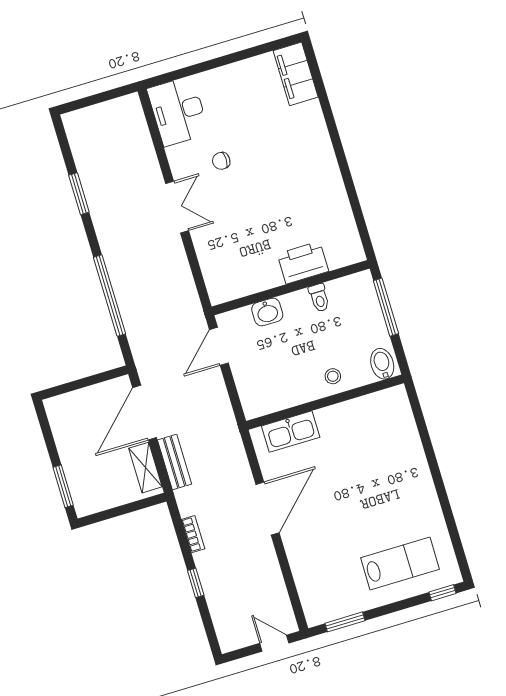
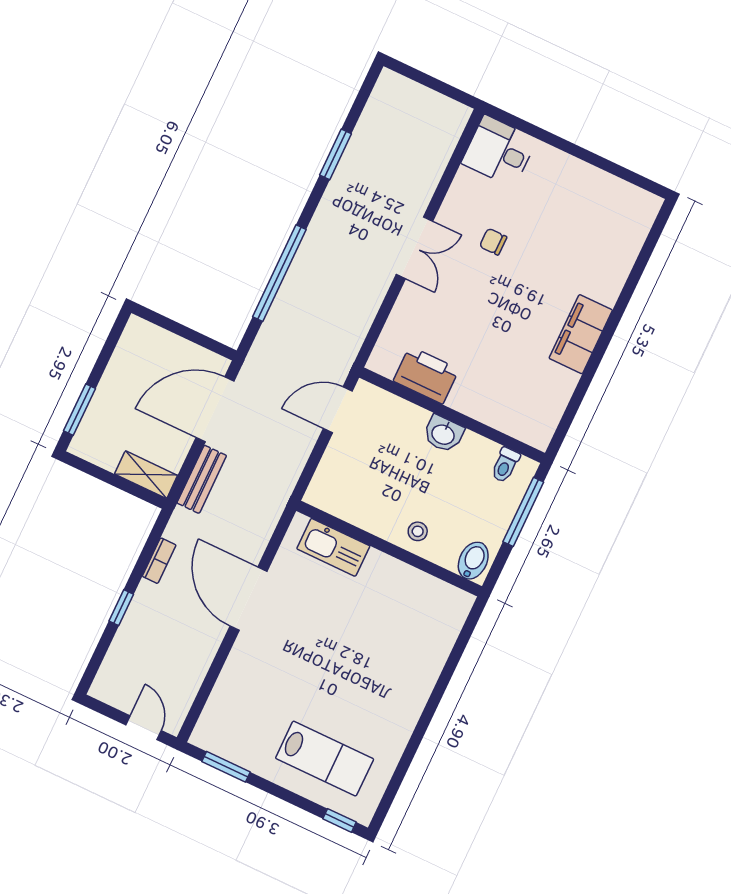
filing cabinet: (296, 74) -> (581, 334), moved
desk: (178, 111) -> (499, 151), width x0.73
printer: (303, 263) -> (426, 375), moved
toilet: (319, 298) -> (505, 465), moved
washbasin: (267, 312) -> (443, 434), moved
shelving: (145, 468) -> (146, 475), moved, turned 90
door: (268, 509) -> (248, 599), swing flipped

